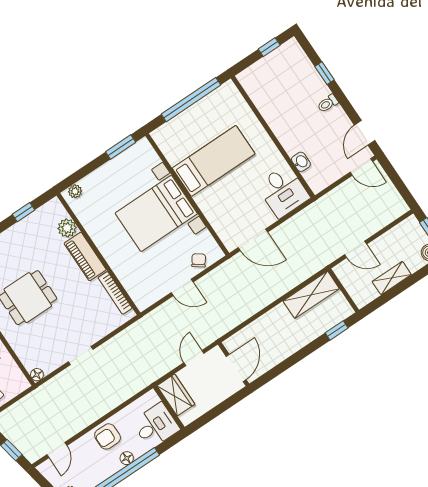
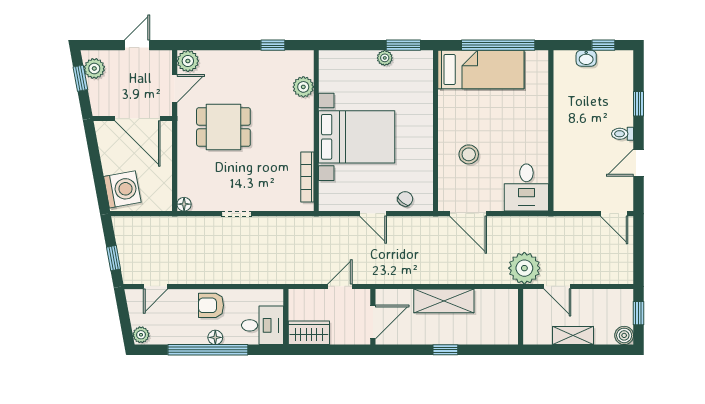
door: (365, 133) -> (638, 163), moved
bed: (214, 161) -> (481, 70), moved
washbasin: (301, 162) -> (586, 58), moved, turned 90
plant: (75, 191) -> (385, 58), moved
stool: (224, 196) -> (469, 154), added
bed with nightstands: (156, 213) -> (357, 137), moved, turned 180
plant: (322, 252) -> (524, 268), added
piano: (85, 257) -> (302, 125), removed
shelving: (311, 295) -> (444, 301), moved
window: (337, 330) -> (445, 350), moved
wardrobe: (176, 395) -> (309, 333), moved, turned -90

